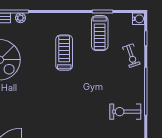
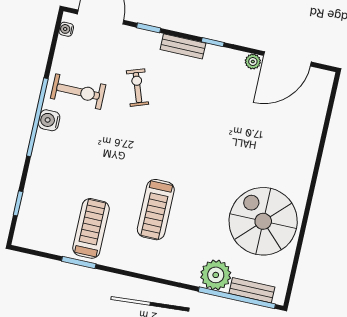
plant: (20, 18) -> (216, 275), width x1.88, depth x1.88
water cooler: (138, 19) -> (49, 120), moved
exercise bike: (131, 56) -> (137, 88), moved

